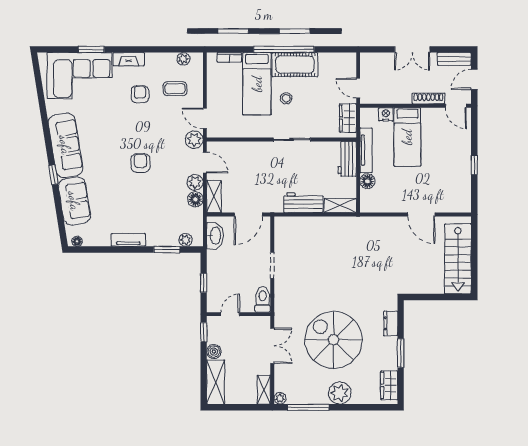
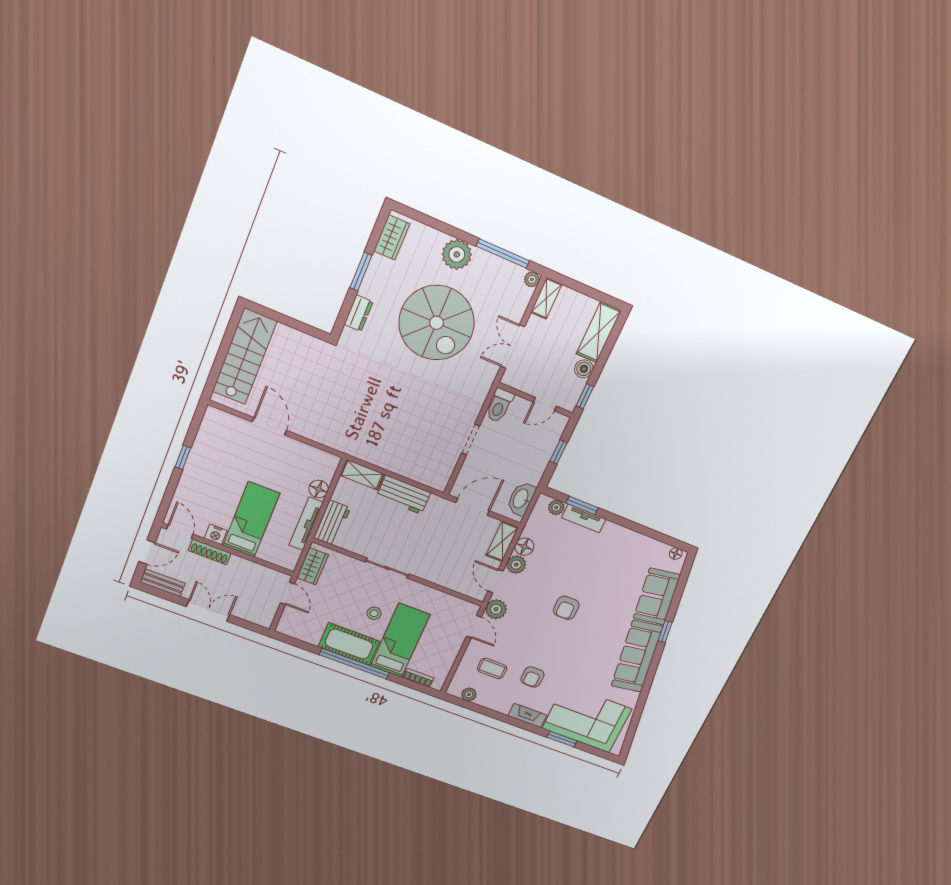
nightstand: (386, 114) -> (216, 534), moved
tv unit: (128, 240) -> (584, 518), moved

